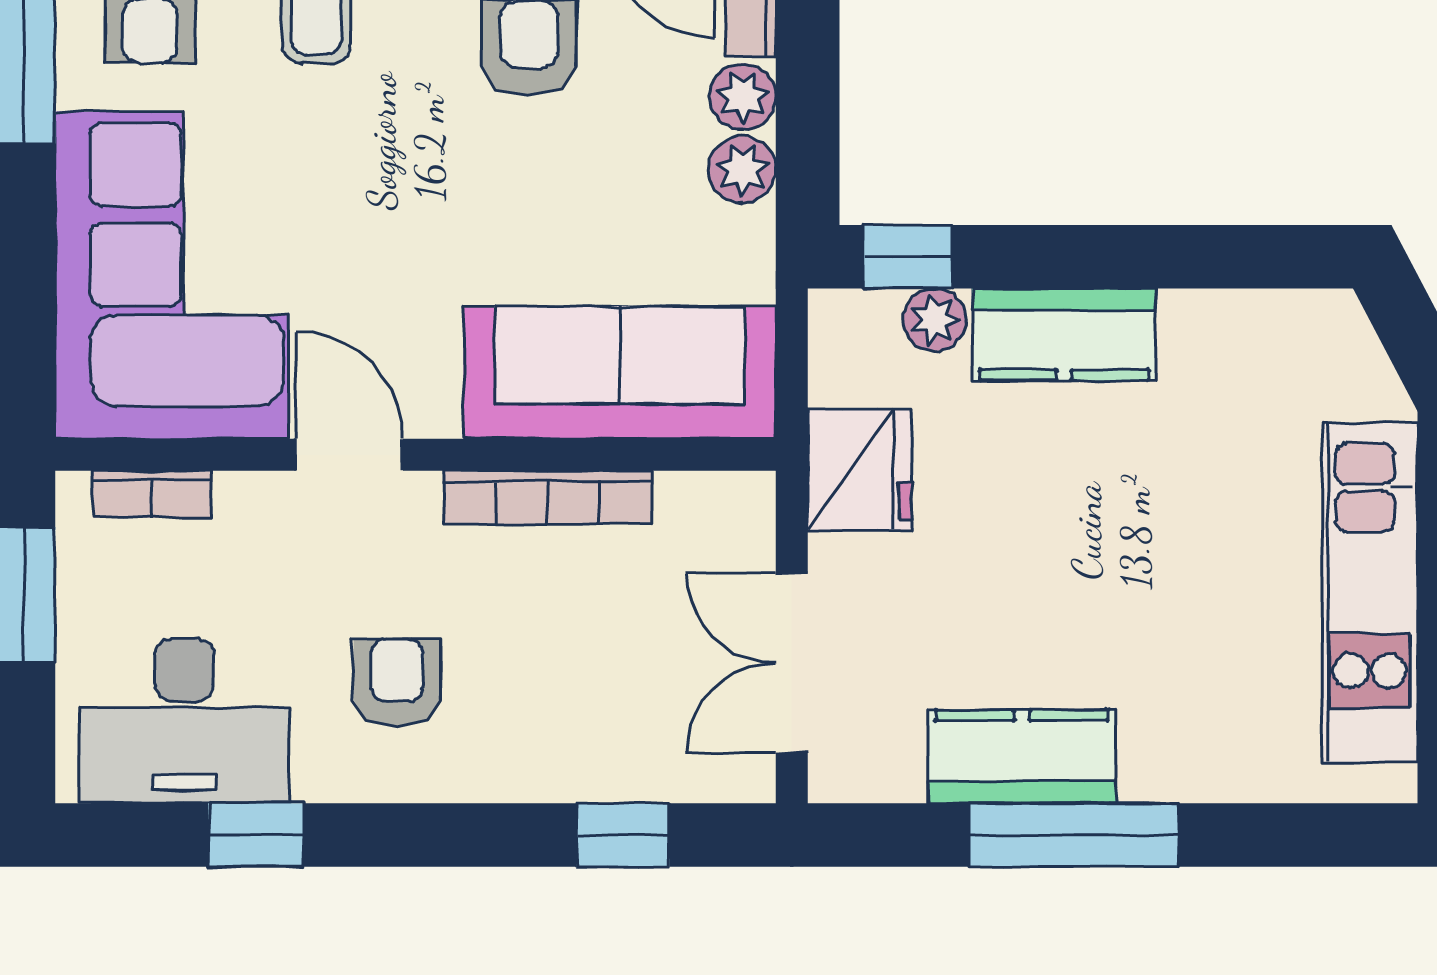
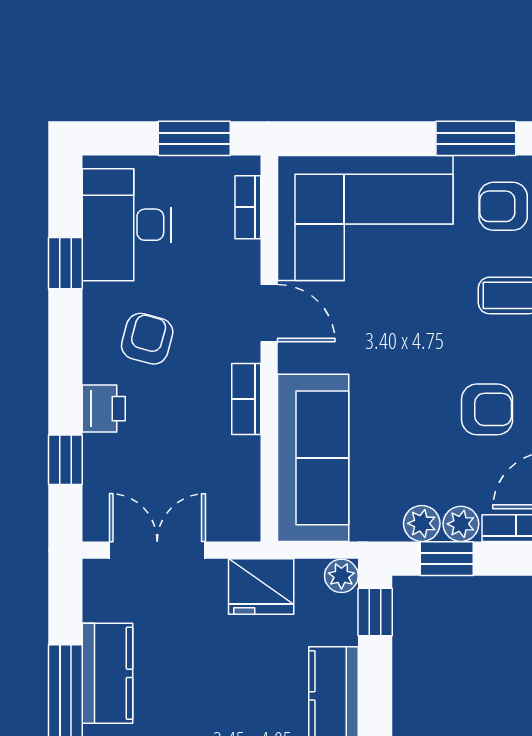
window: (808, 123) -> (447, 559), added
plant: (935, 320) -> (341, 576), moved
door: (350, 455) -> (269, 313), hinge flipped
bookcase: (547, 497) -> (246, 399), width x0.64
armchair: (397, 682) -> (147, 339), turned -75
printer: (528, 763) -> (104, 409), added

